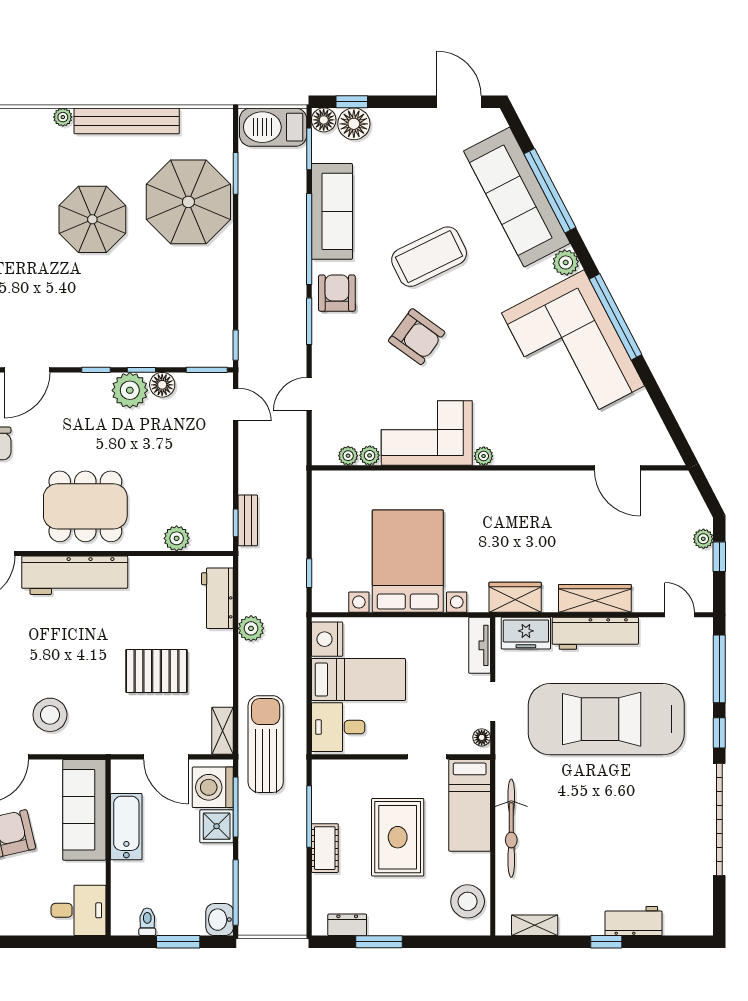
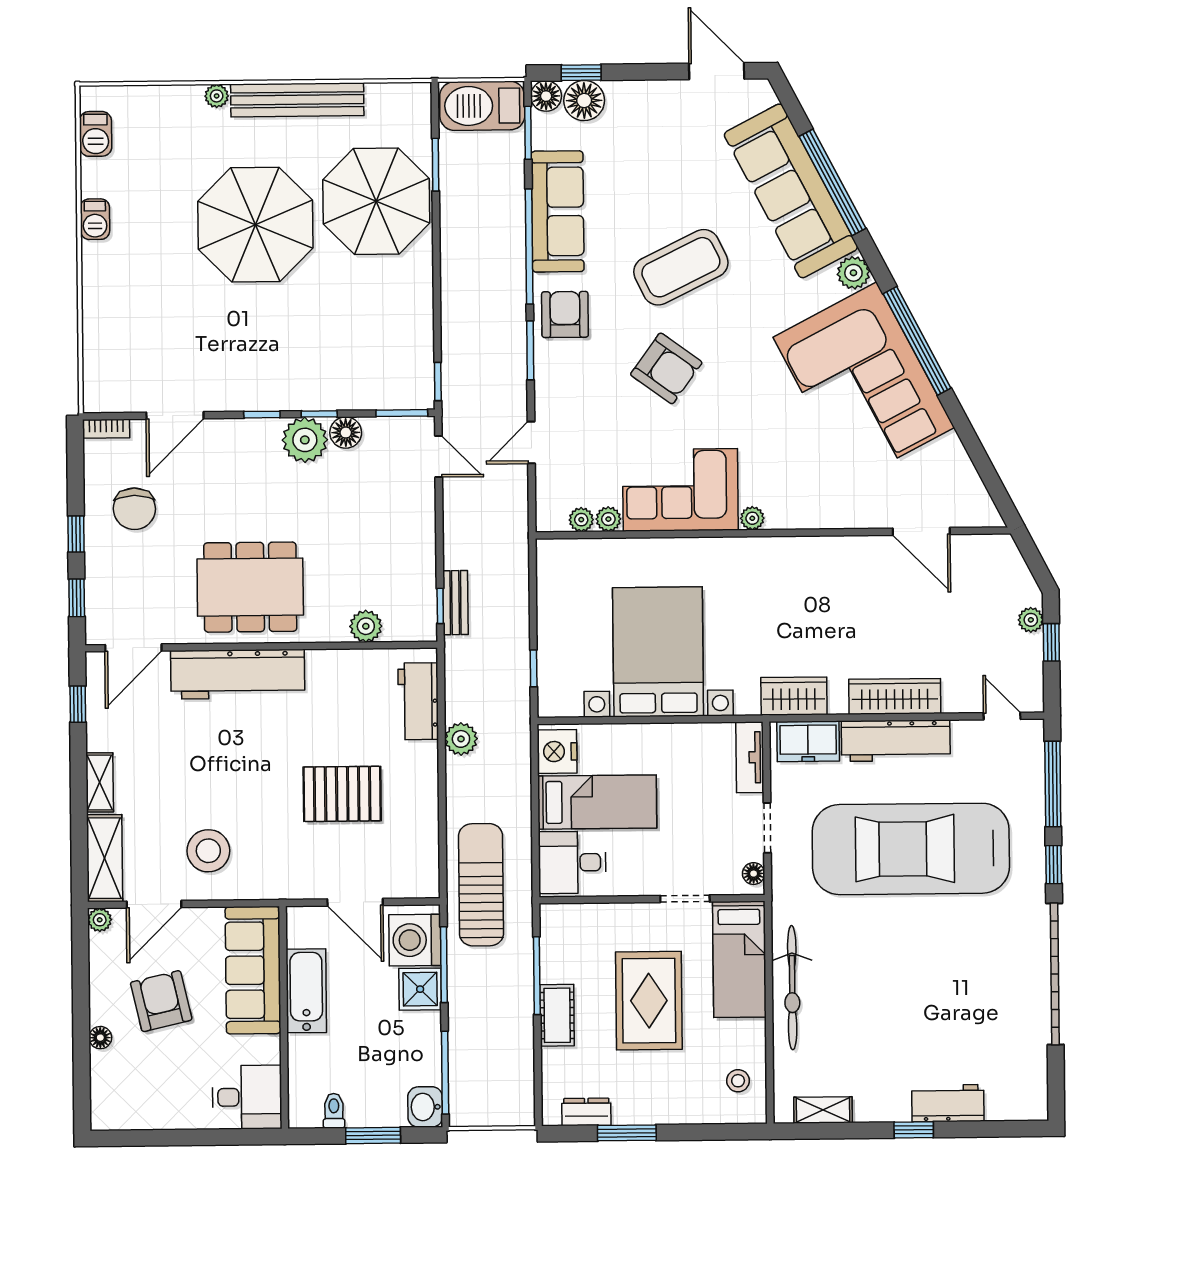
parasol: (92, 219) -> (255, 225), width x1.36, depth x1.36
shelving: (223, 731) -> (426, 868), removed
stool: (468, 901) -> (738, 1081), width x0.53, depth x0.53

